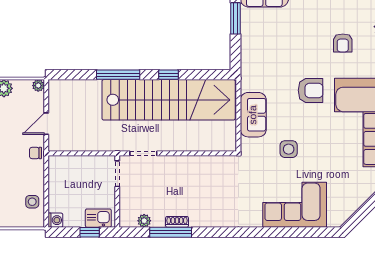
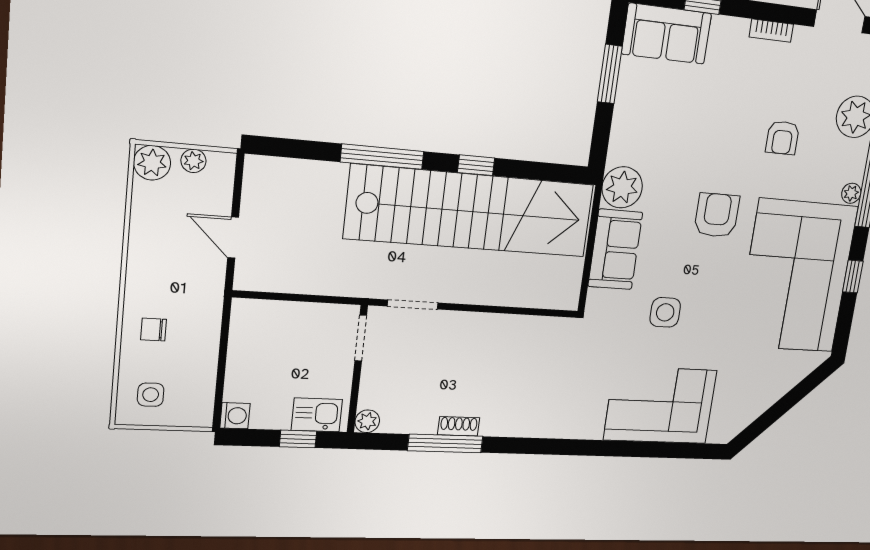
plant: (252, 79) -> (622, 187), added
plant: (38, 86) -> (193, 161), moved
armchair: (311, 90) -> (717, 215), turned -90
door: (46, 124) -> (233, 238), hinge flipped
chair: (35, 153) -> (154, 330), moved
side table: (32, 202) -> (151, 395), moved
plant: (144, 221) -> (367, 421), moved

